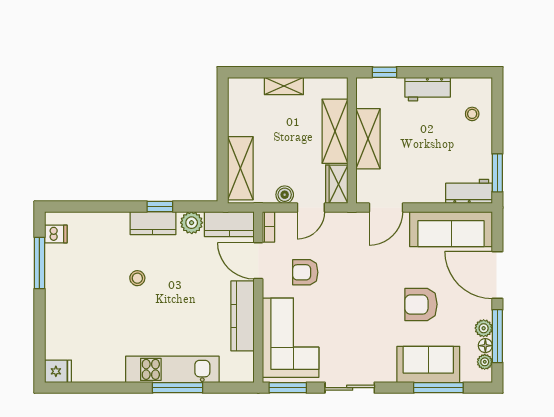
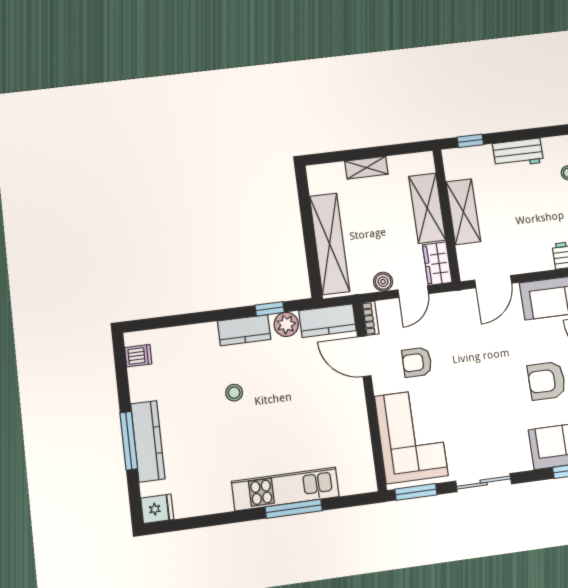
shelving: (240, 168) -> (330, 244), width x1.47
window: (160, 207) -> (270, 309), moved
window: (39, 263) -> (129, 441), moved
kitchen counter: (243, 316) -> (148, 441), moved, turned 180

